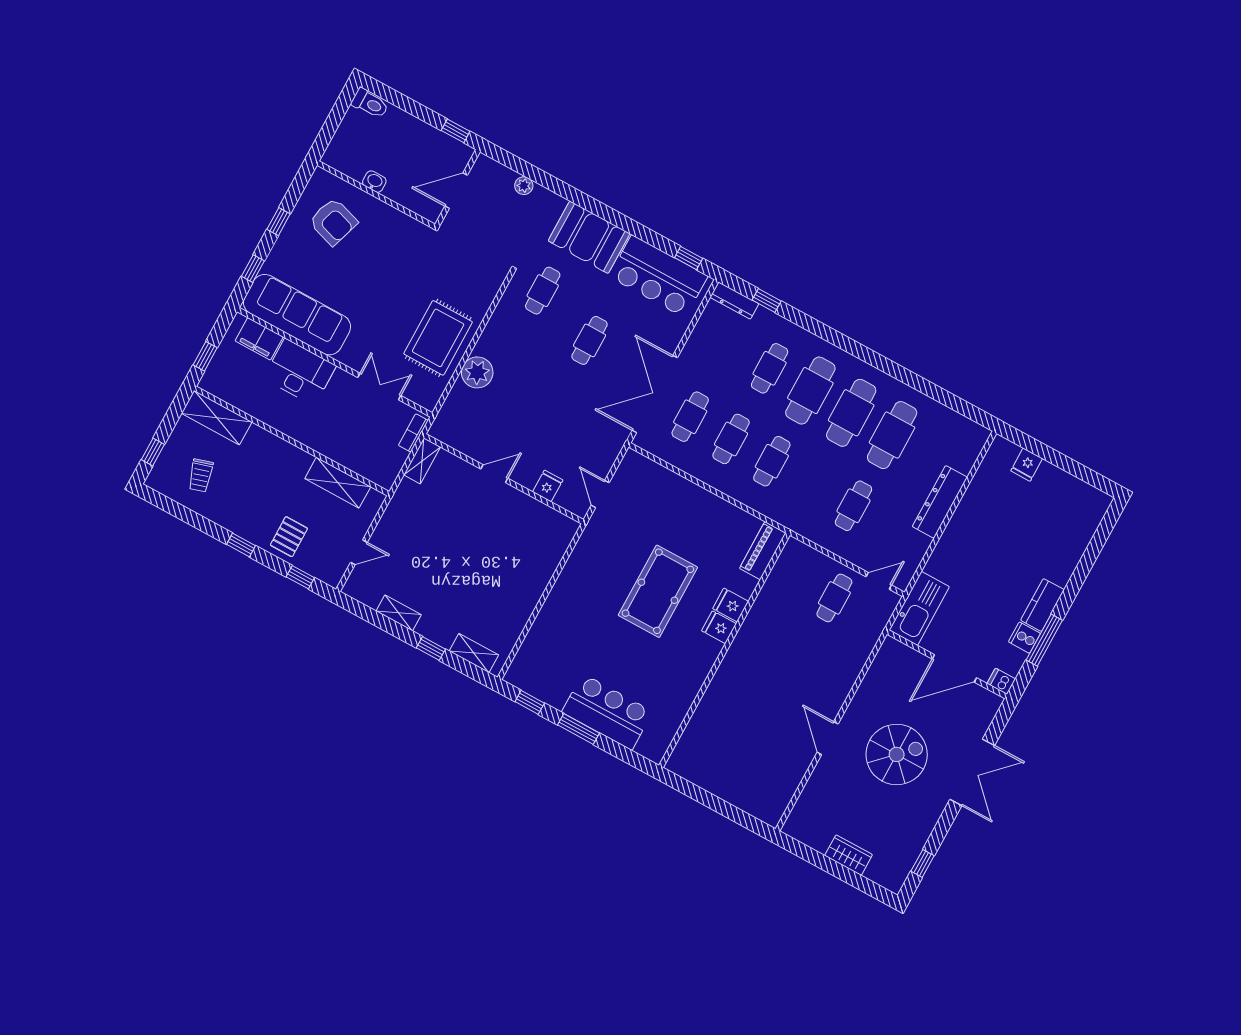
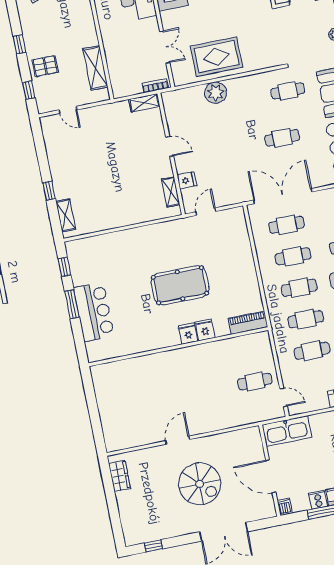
cafe table: (813, 483) -> (306, 319), added
shelving: (399, 613) -> (171, 192), moved
wardrobe: (849, 855) -> (120, 476), moved

